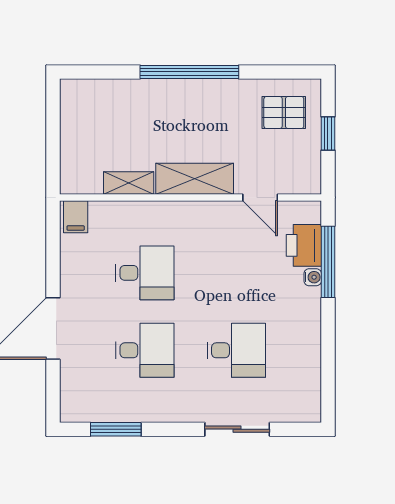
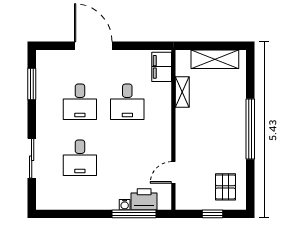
shelving: (195, 179) -> (215, 59), moved, turned 90
filing cabinet: (76, 217) -> (162, 67), width x2.00

